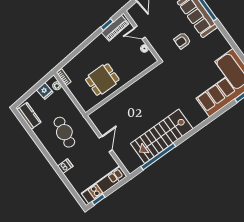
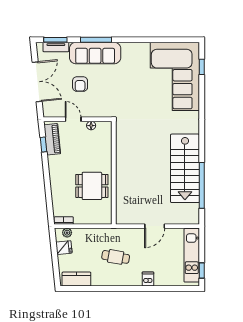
door: (140, 33) -> (73, 119), swing flipped
armchair: (182, 41) -> (80, 84), moved
dining table: (102, 80) -> (92, 186), turned 90
cafe table: (64, 132) -> (116, 257), width x0.73, depth x0.74
door: (106, 144) -> (155, 226), swing flipped

